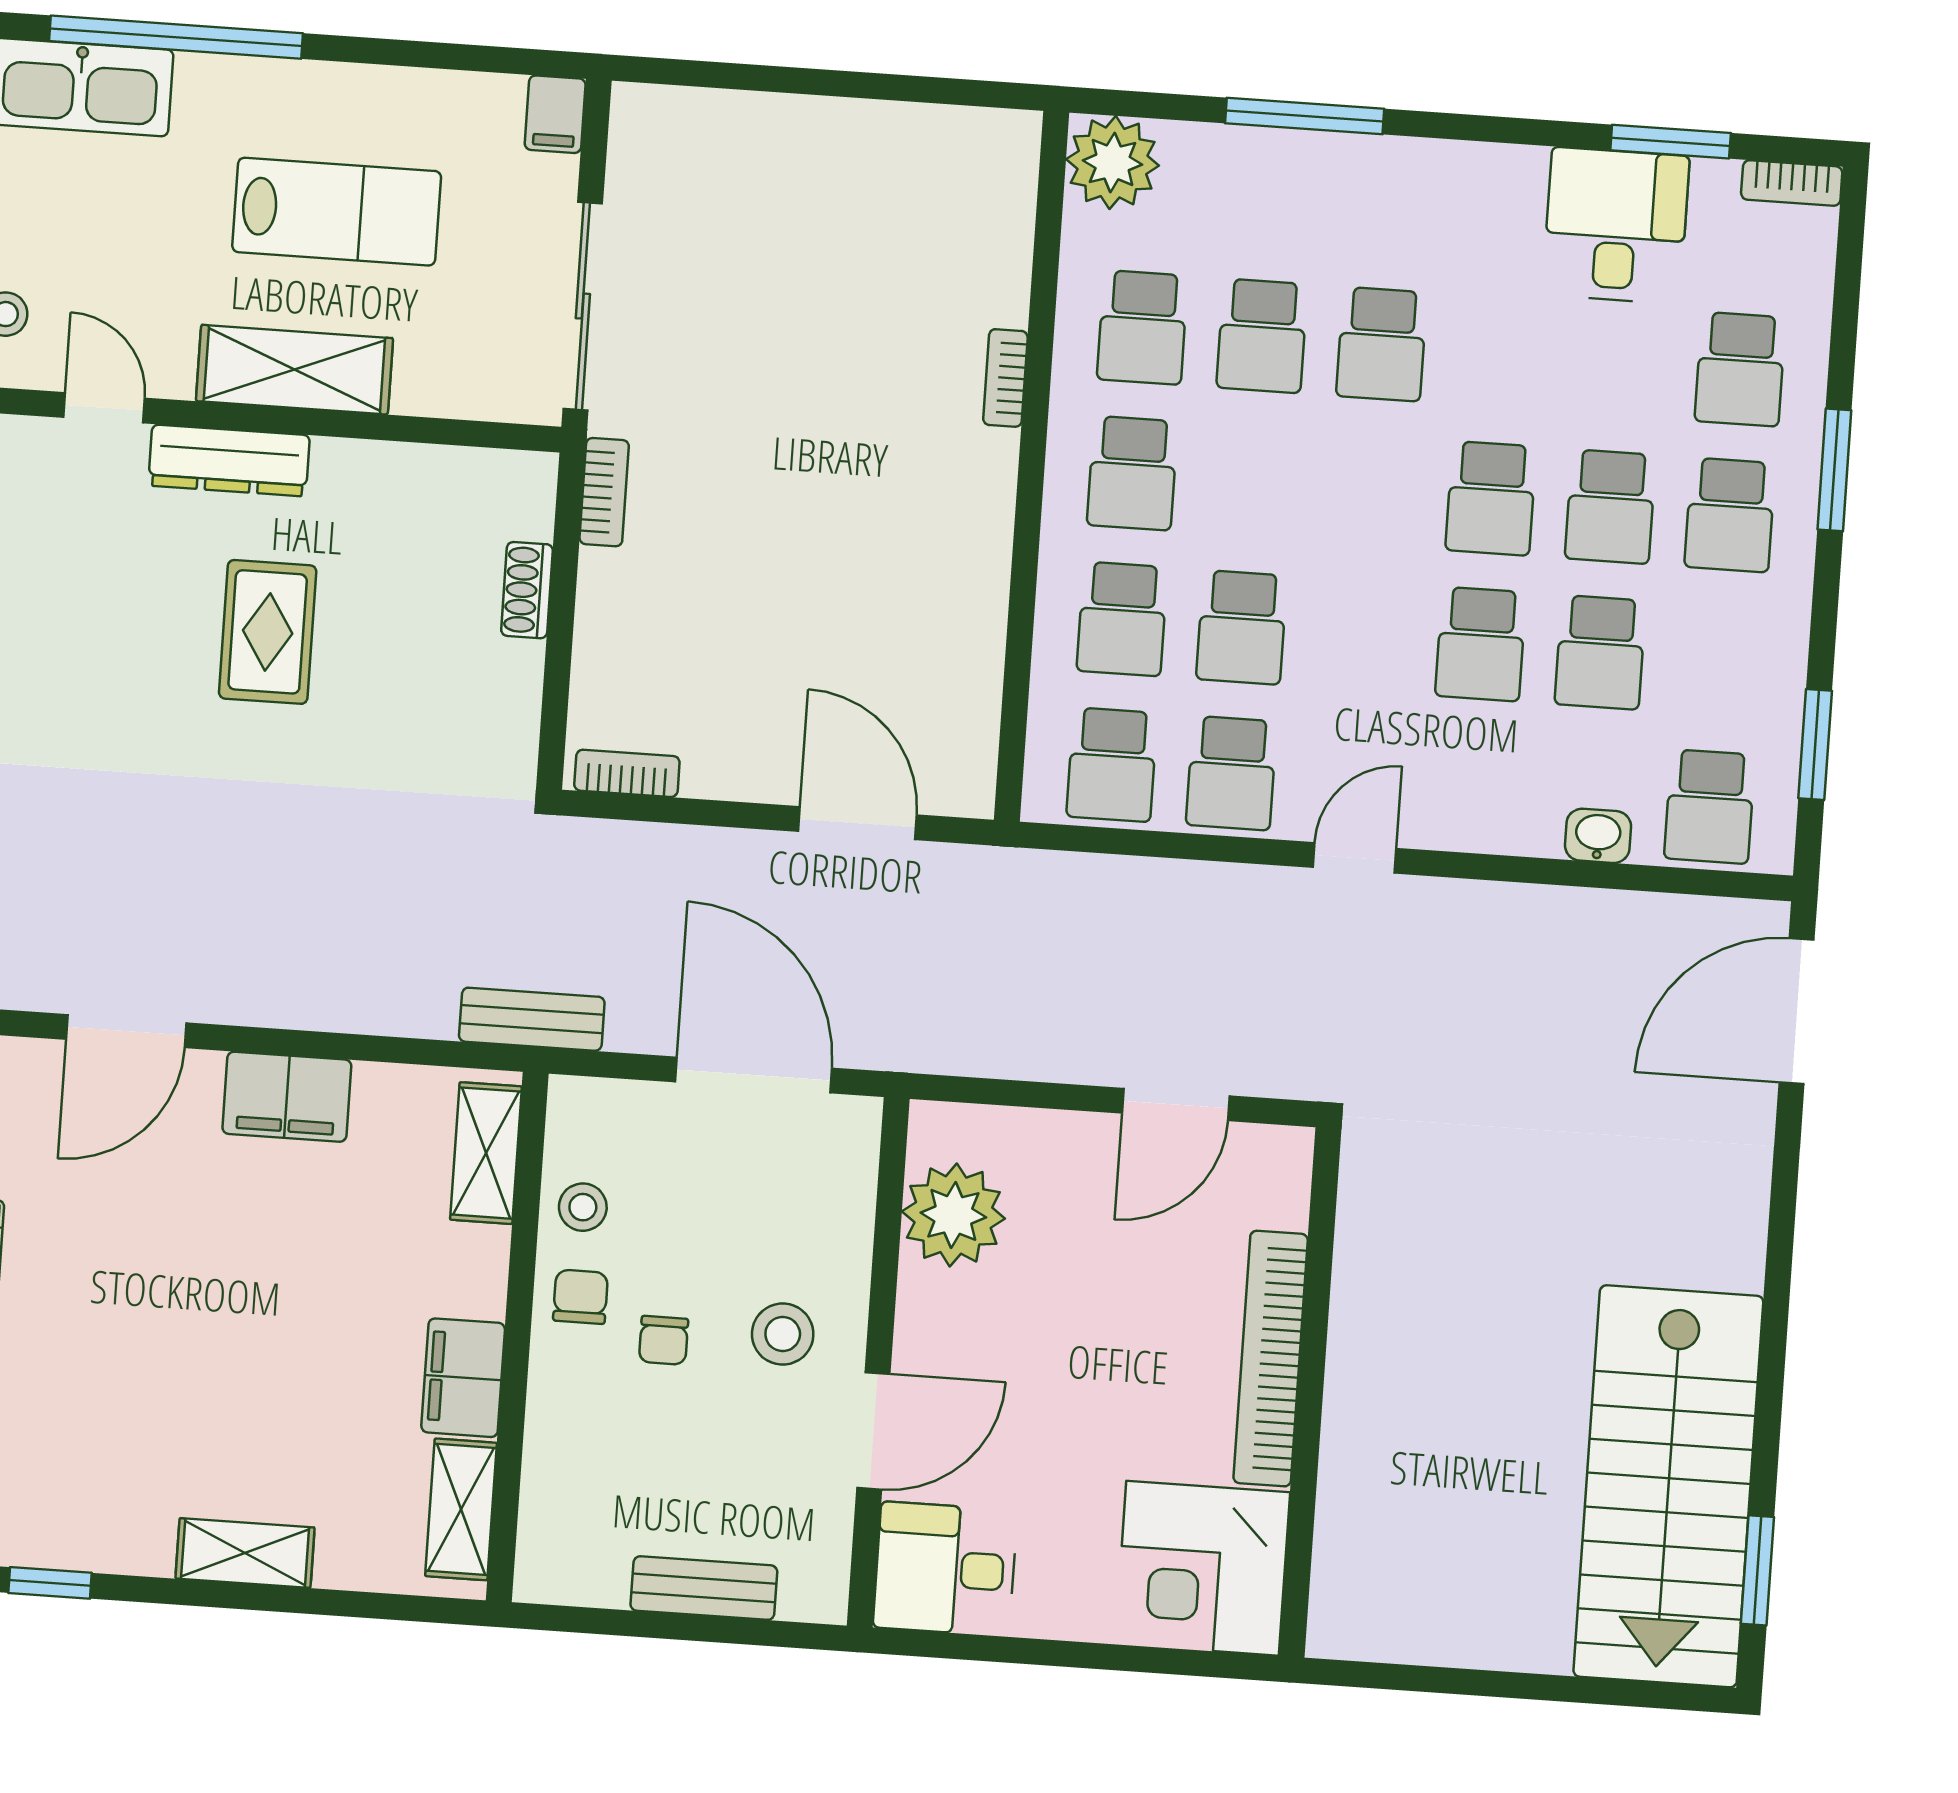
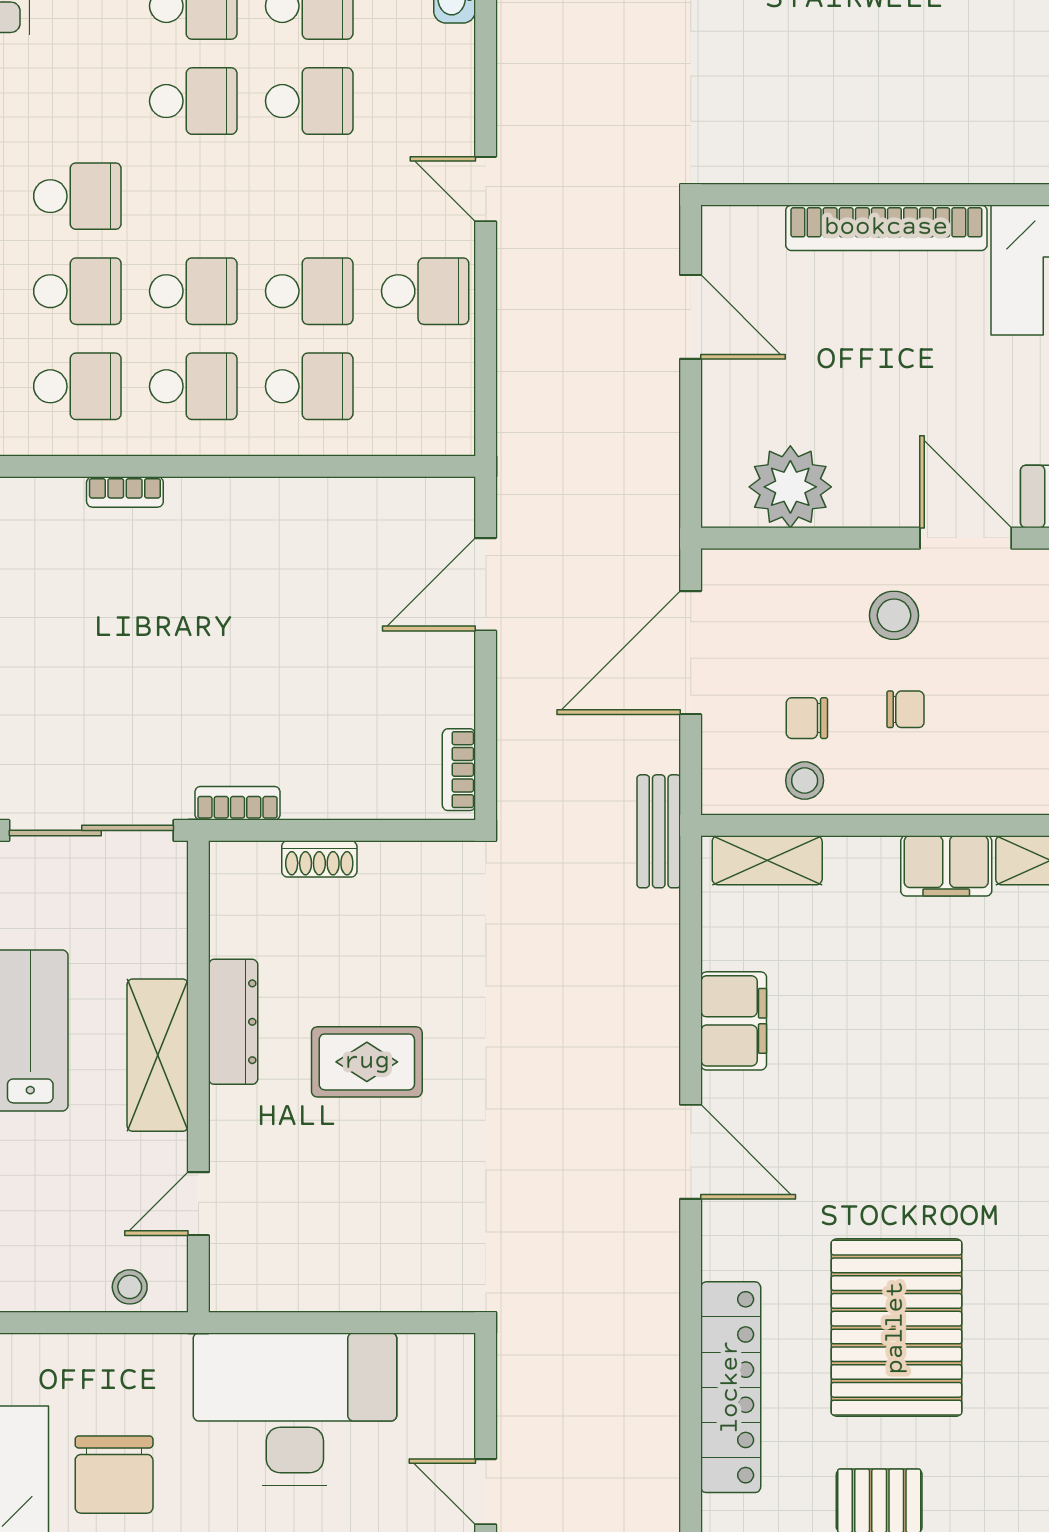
dresser: (229, 460) -> (233, 1022), moved
school desk: (1112, 765) -> (193, 291), moved
chair: (581, 1297) -> (807, 718), moved

